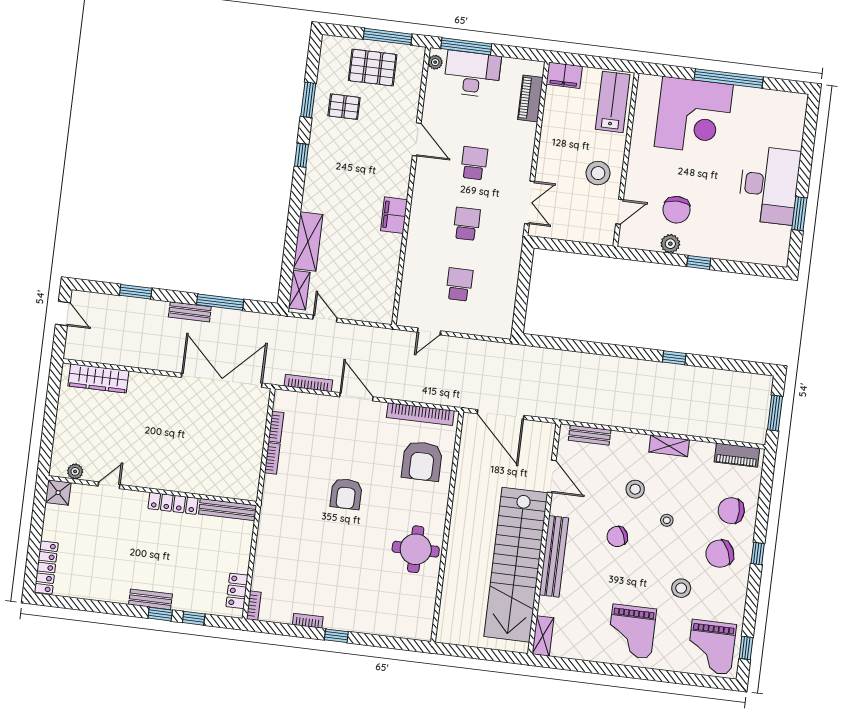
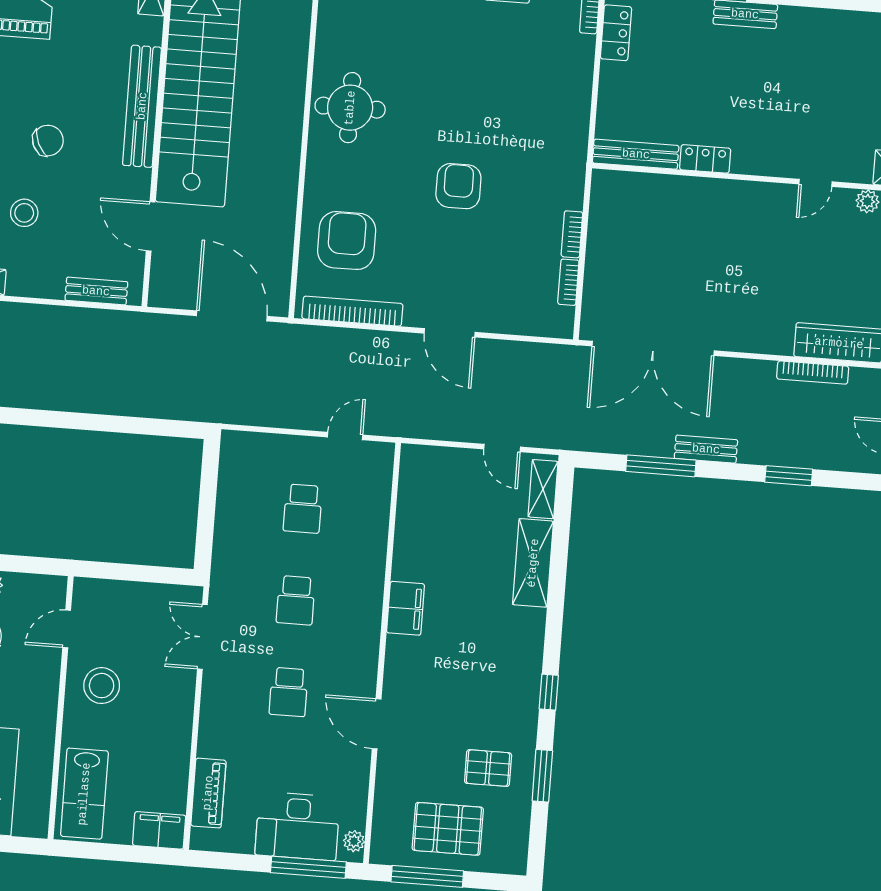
bookcase: (308, 383) -> (813, 373), moved
locker: (173, 503) -> (705, 159), width x0.66

